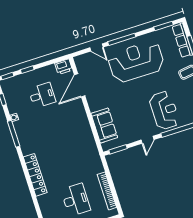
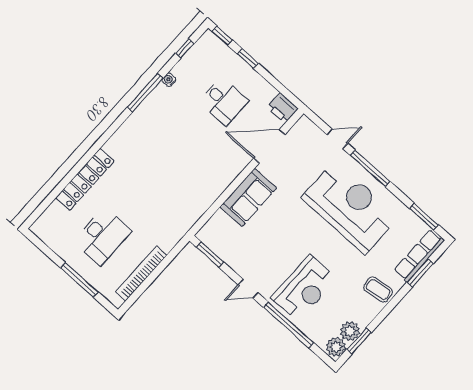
door: (96, 47) -> (337, 139), swing flipped
sofa: (104, 125) -> (248, 198), moved
locker: (35, 175) -> (85, 179), moved

